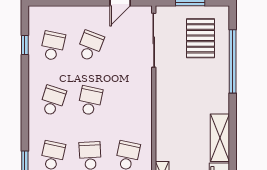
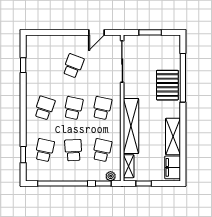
pallet: (200, 38) -> (167, 85), moved
school desk: (53, 46) -> (102, 108), moved
shelving: (165, 124) -> (131, 126), added

